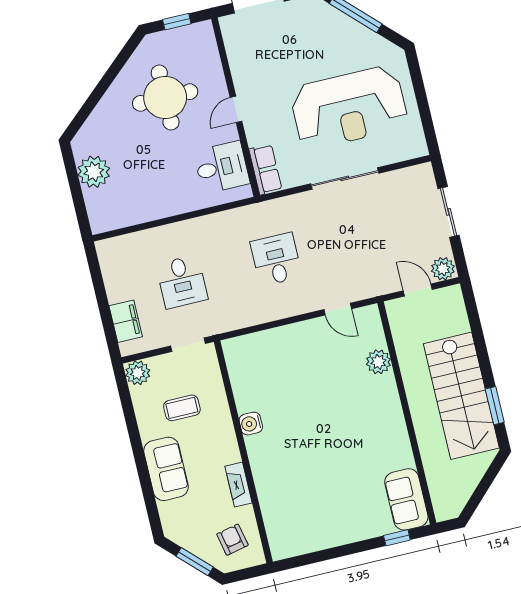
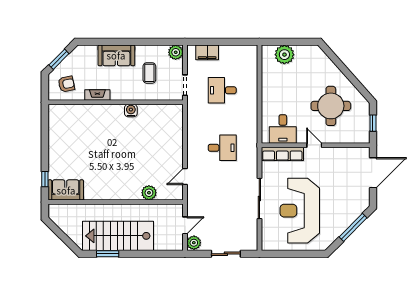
row of seats: (265, 169) -> (282, 154), width x1.48
plant: (94, 172) -> (284, 55), moved

